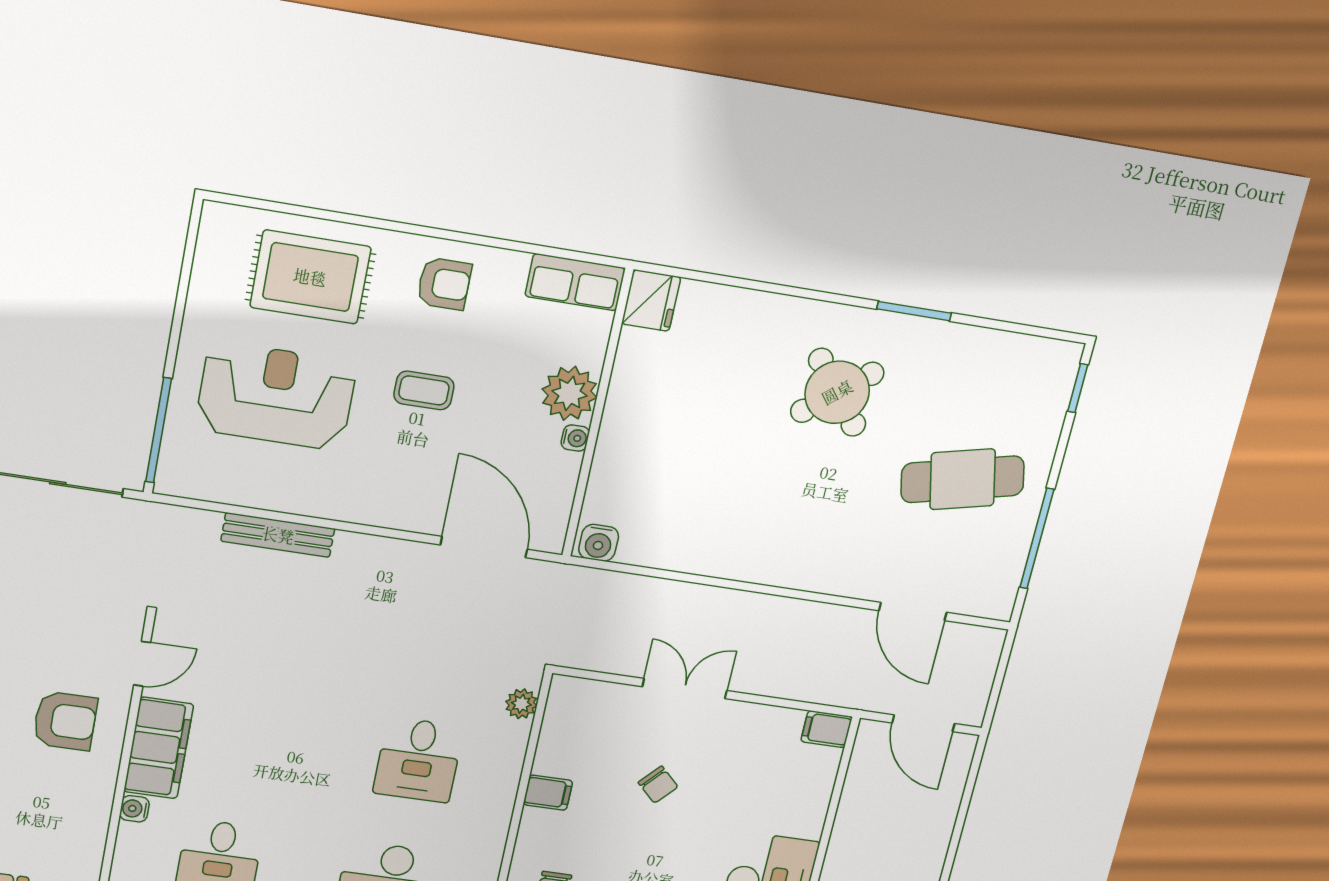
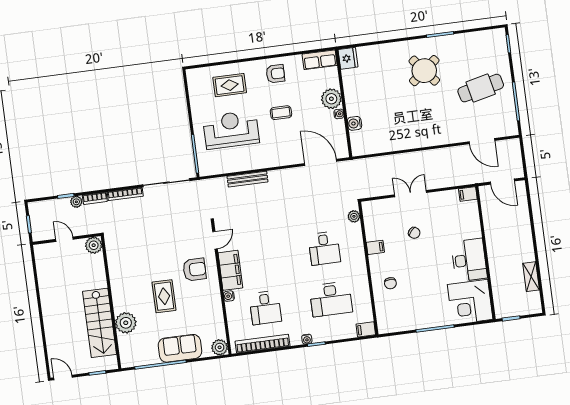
rug: (310, 277) -> (230, 85), width x0.73, depth x0.70
water cooler: (599, 543) -> (355, 123), moved, turned 90

